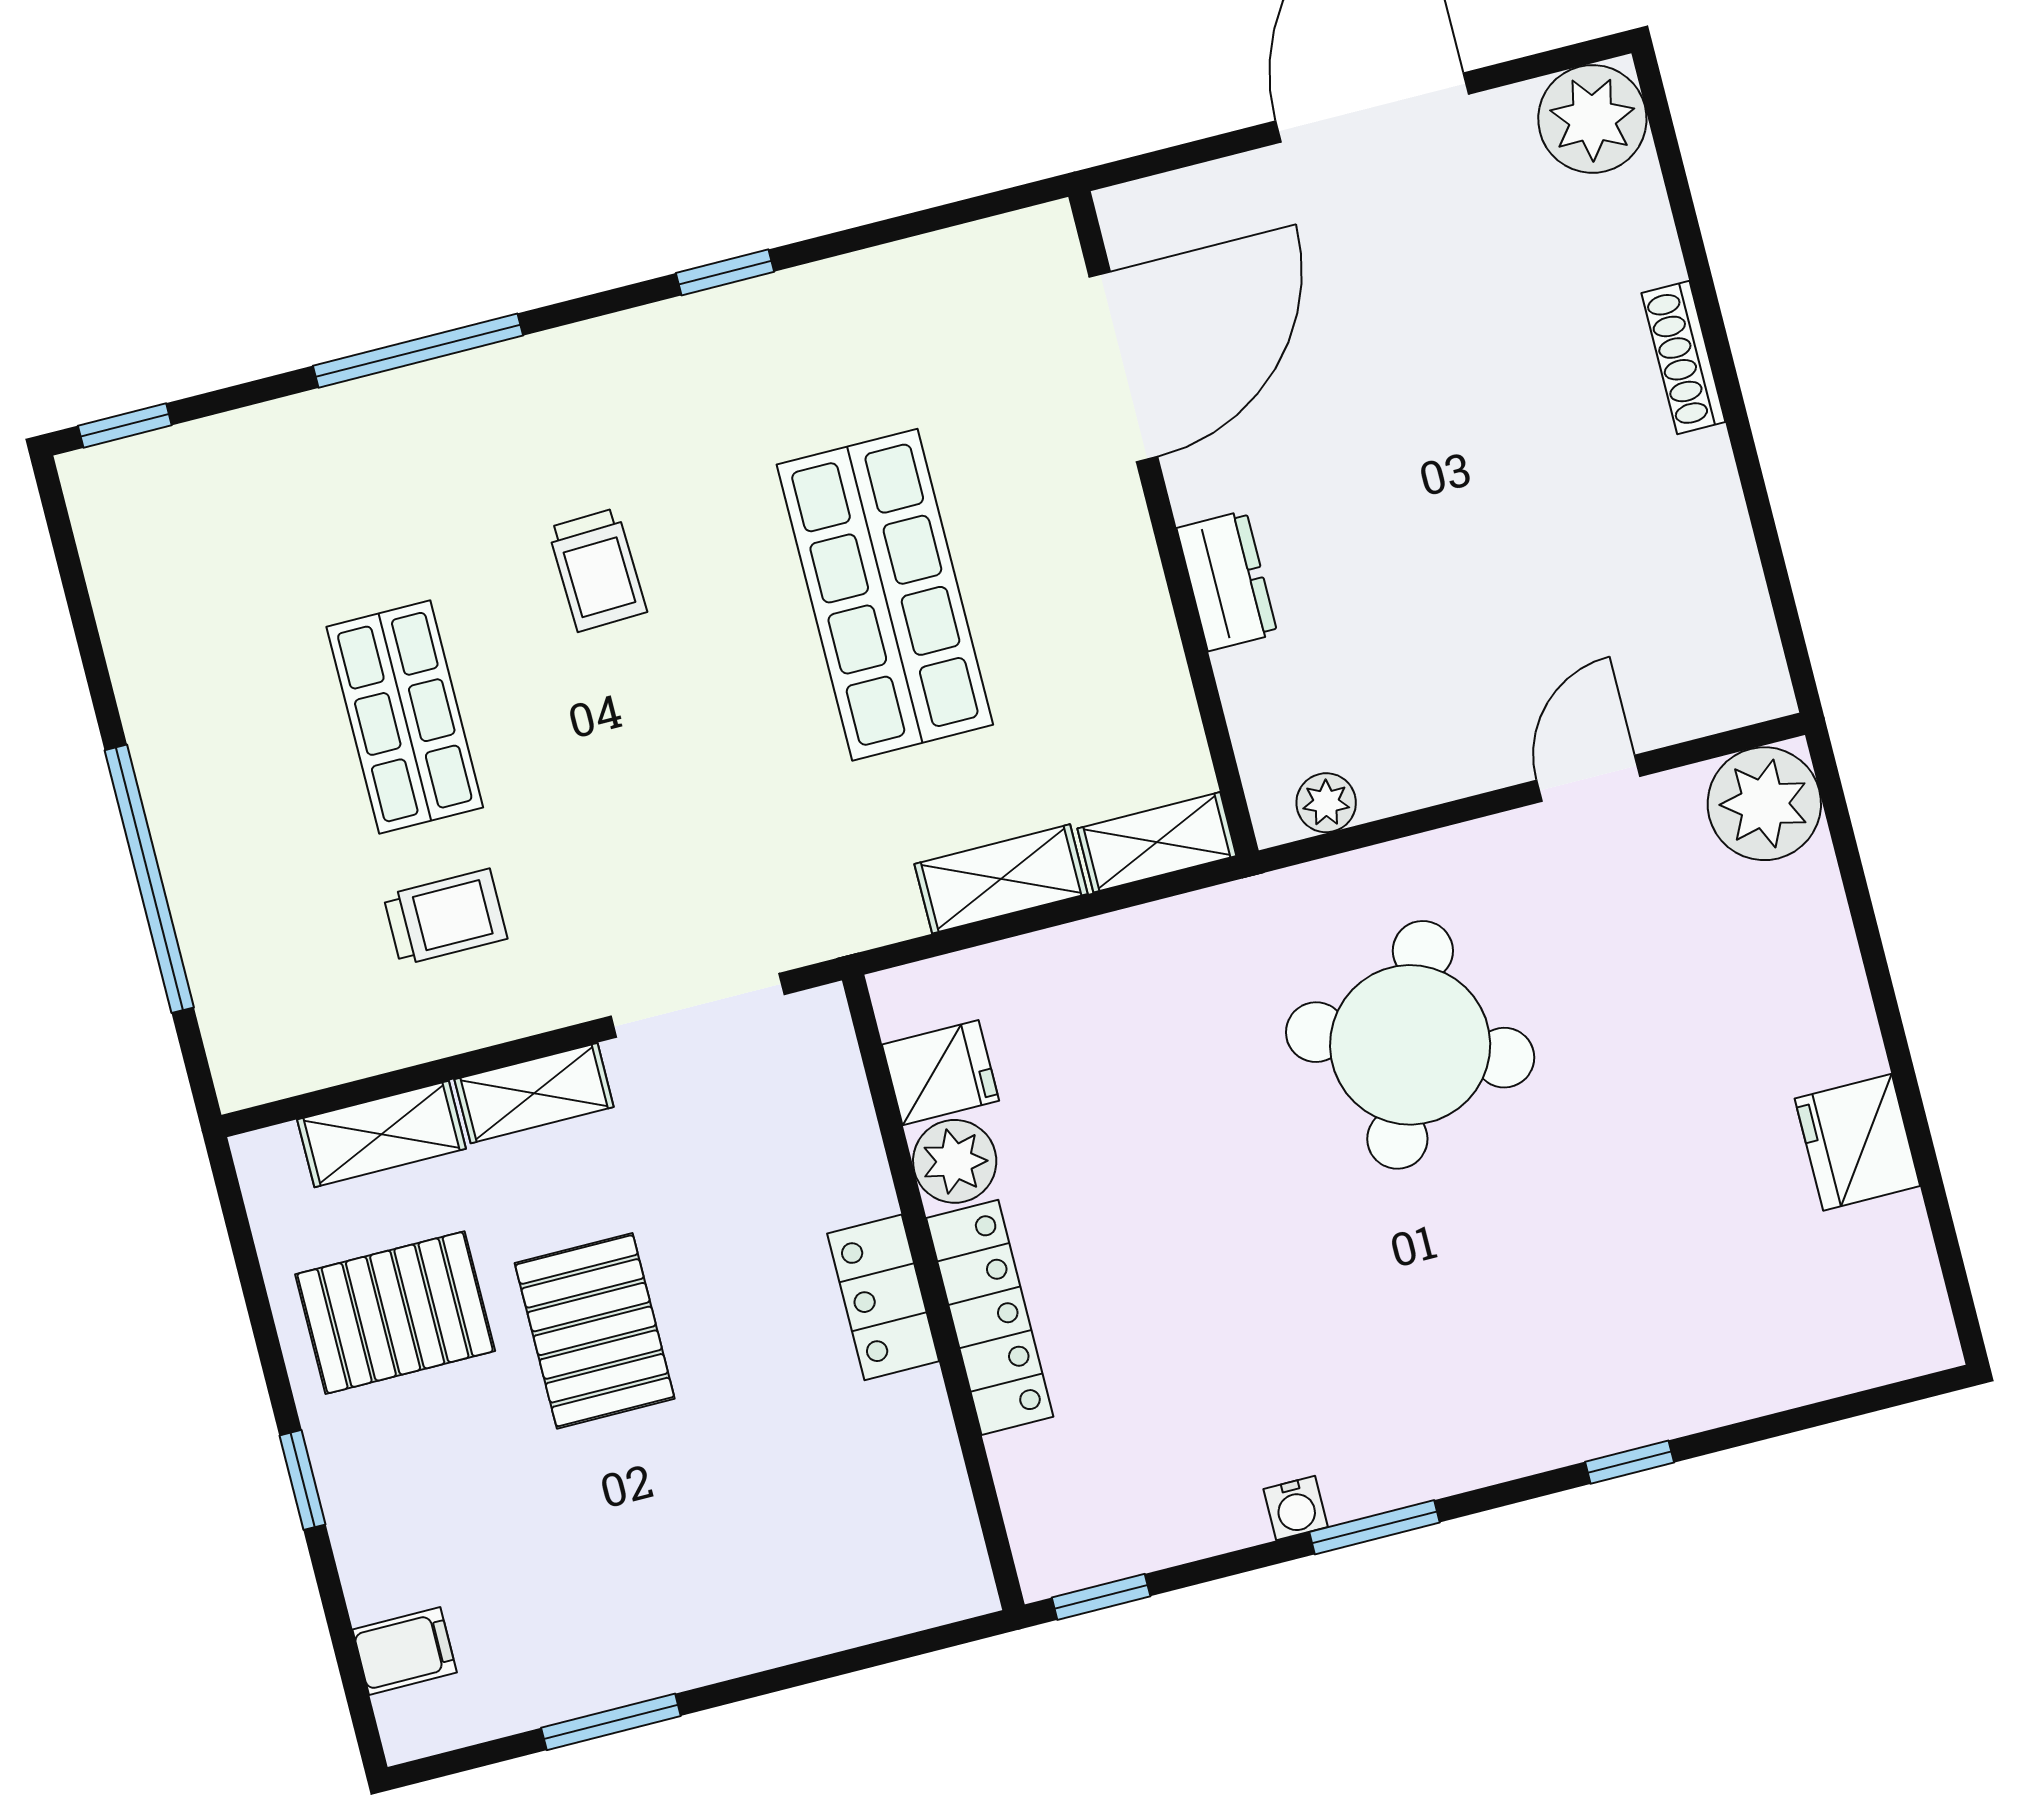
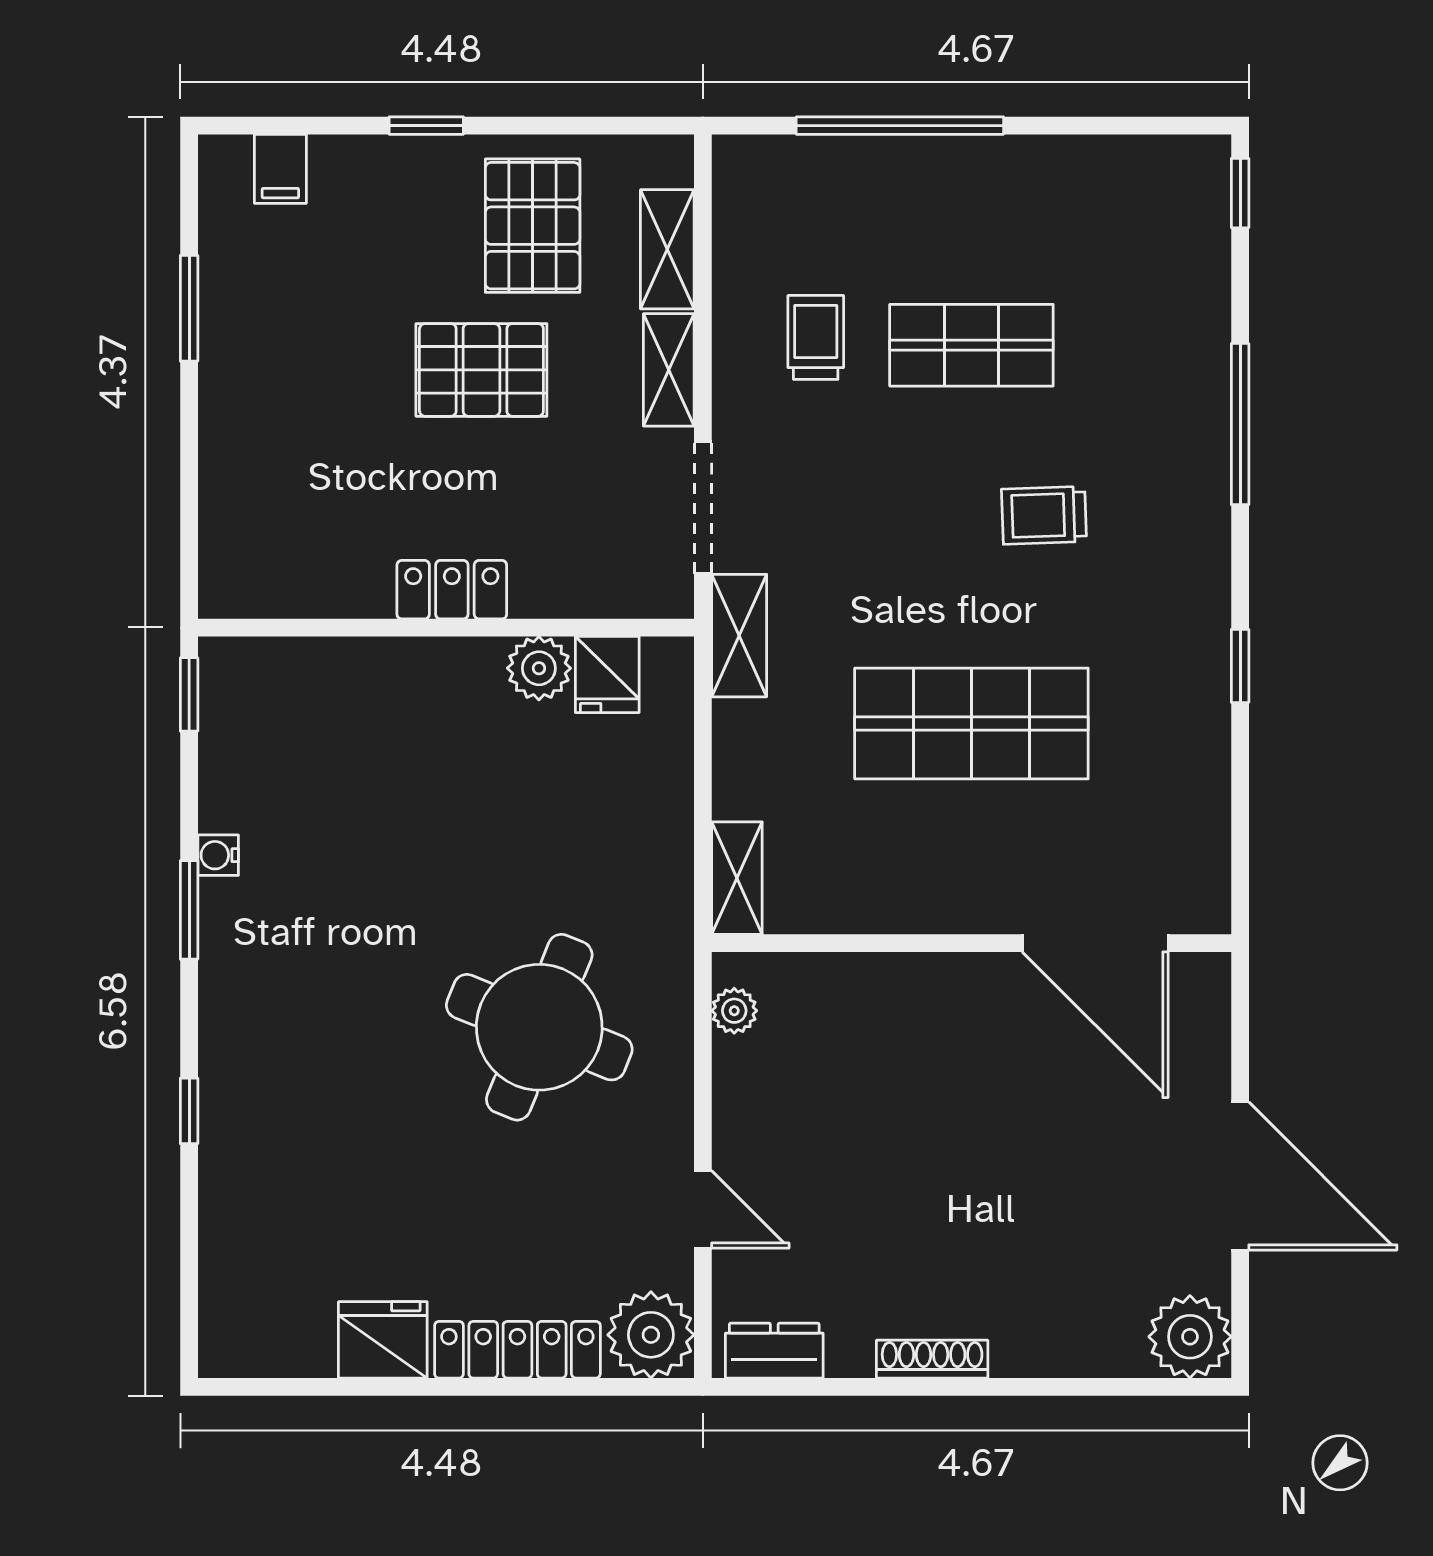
shoe rack: (1683, 357) -> (932, 1359), moved
dresser: (1227, 581) -> (774, 1351), moved, turned 180
shelving: (1001, 879) -> (739, 636), moved
trolley: (445, 917) -> (816, 337), turned 180
locker: (990, 1317) -> (517, 1350), moved, turned 180

